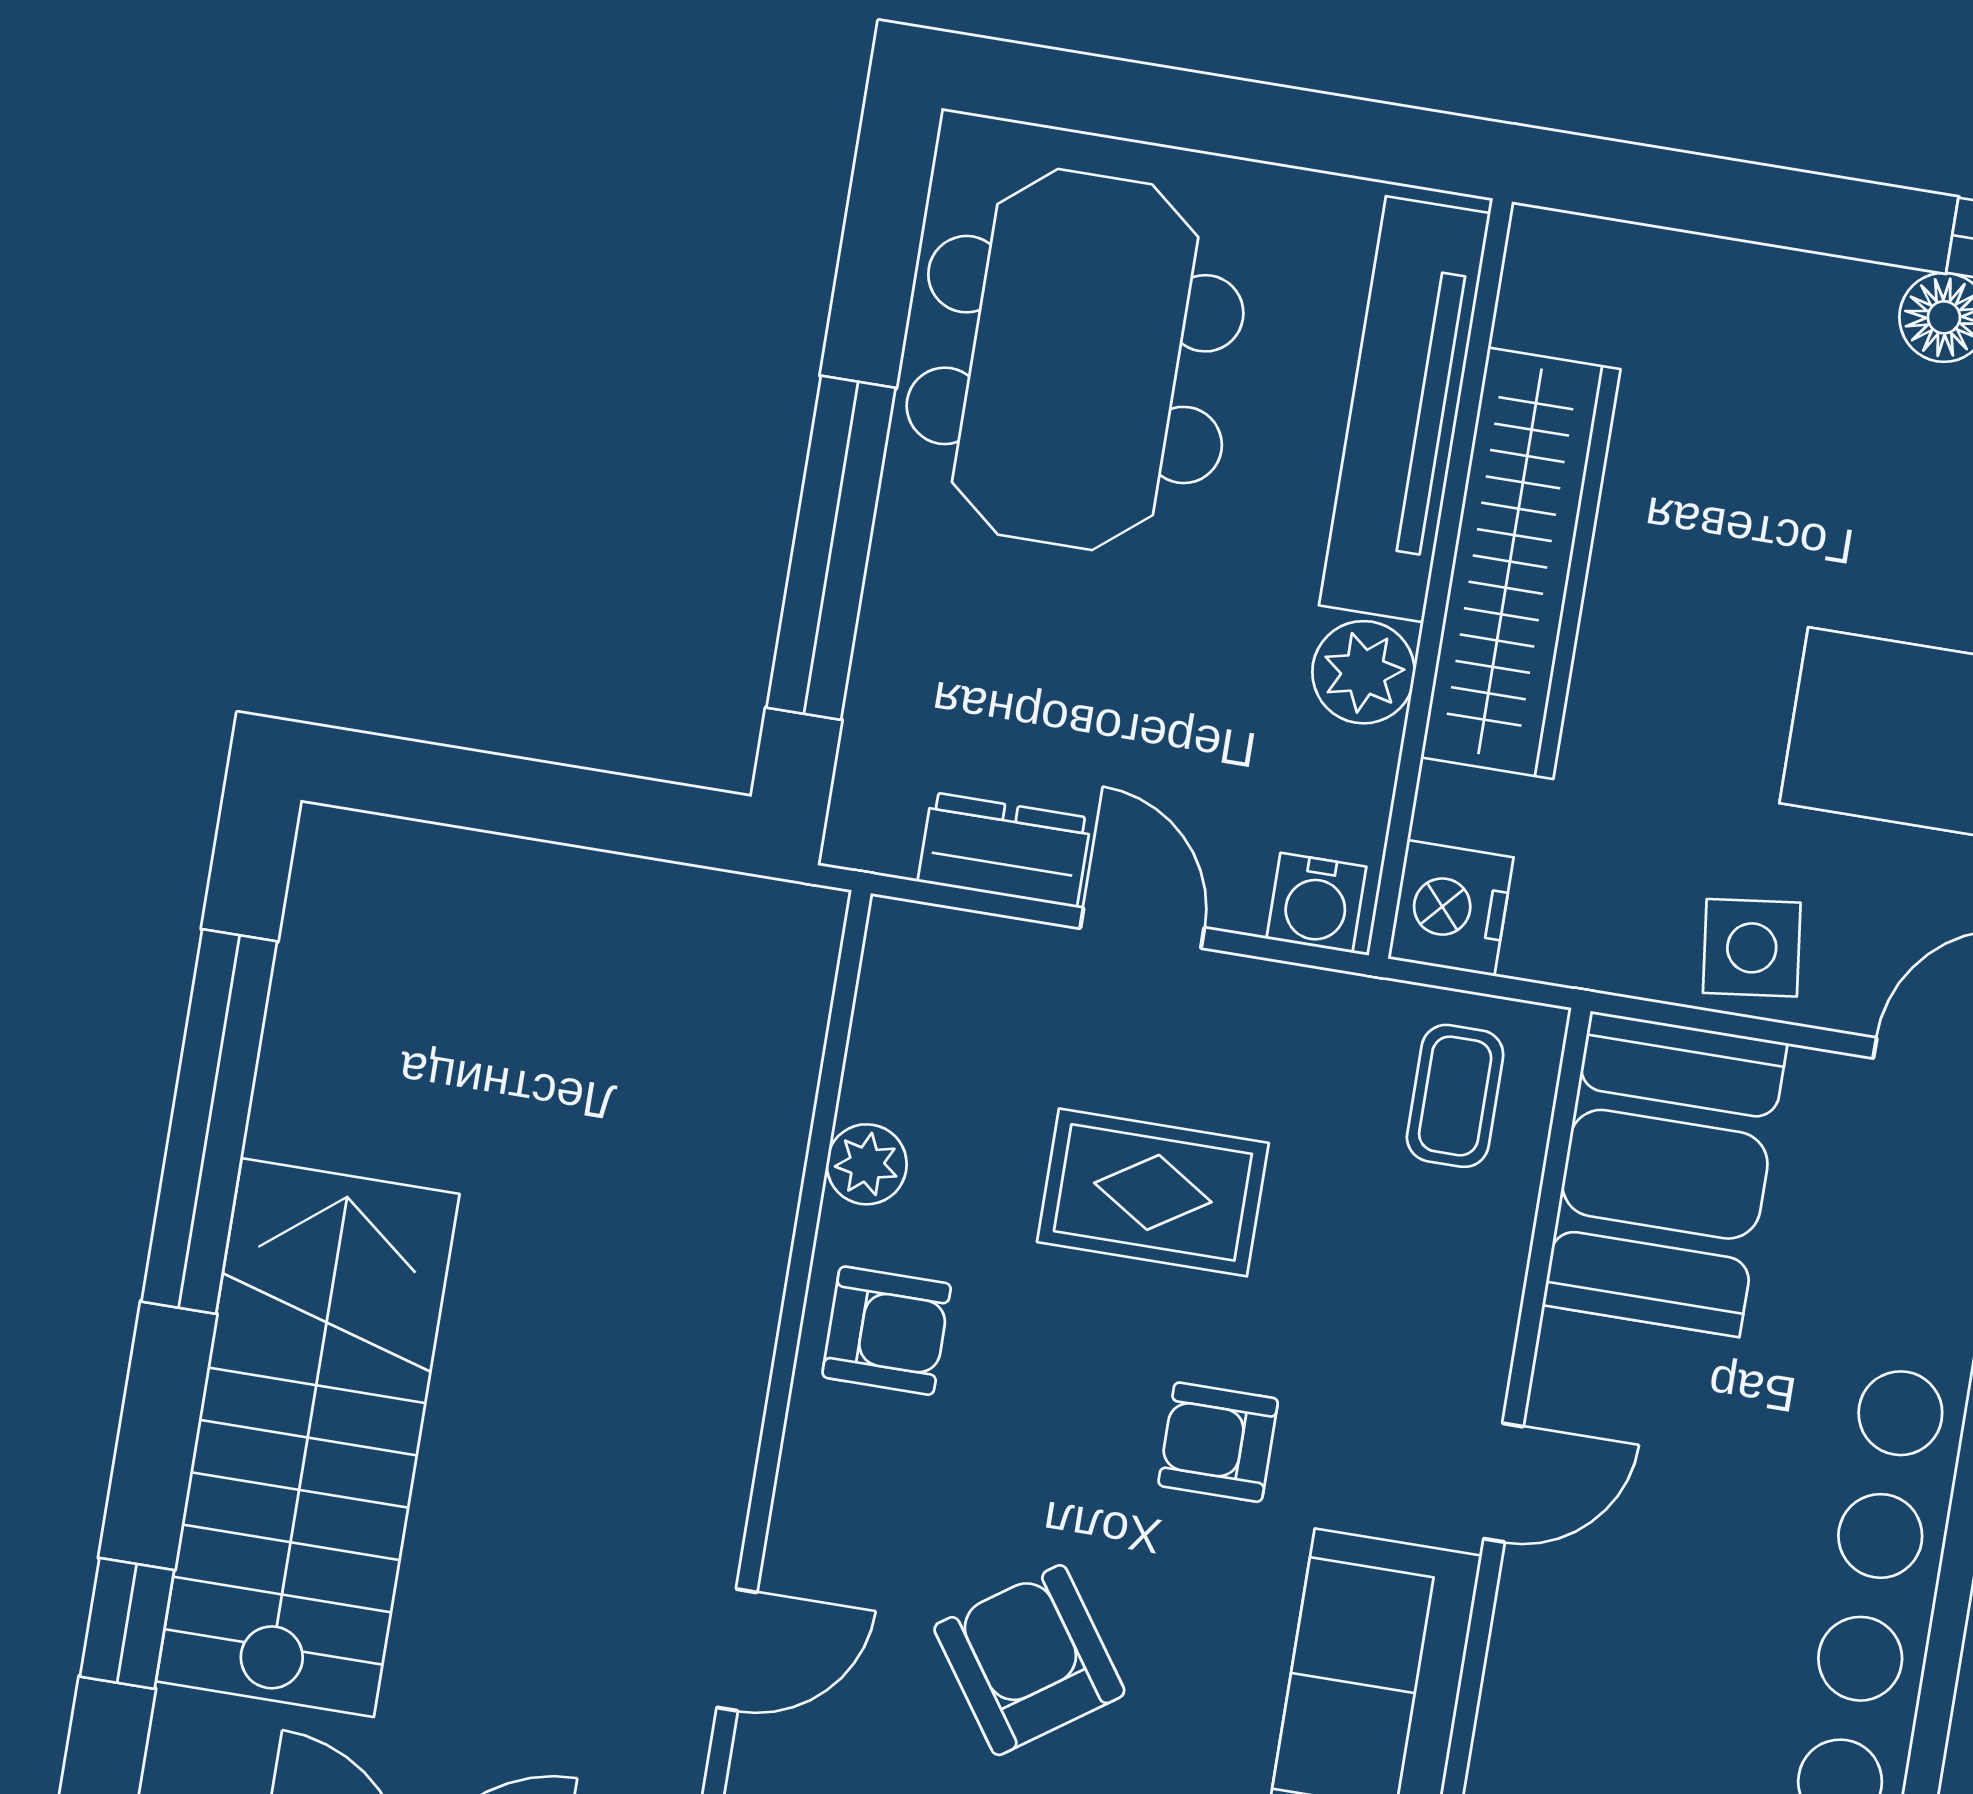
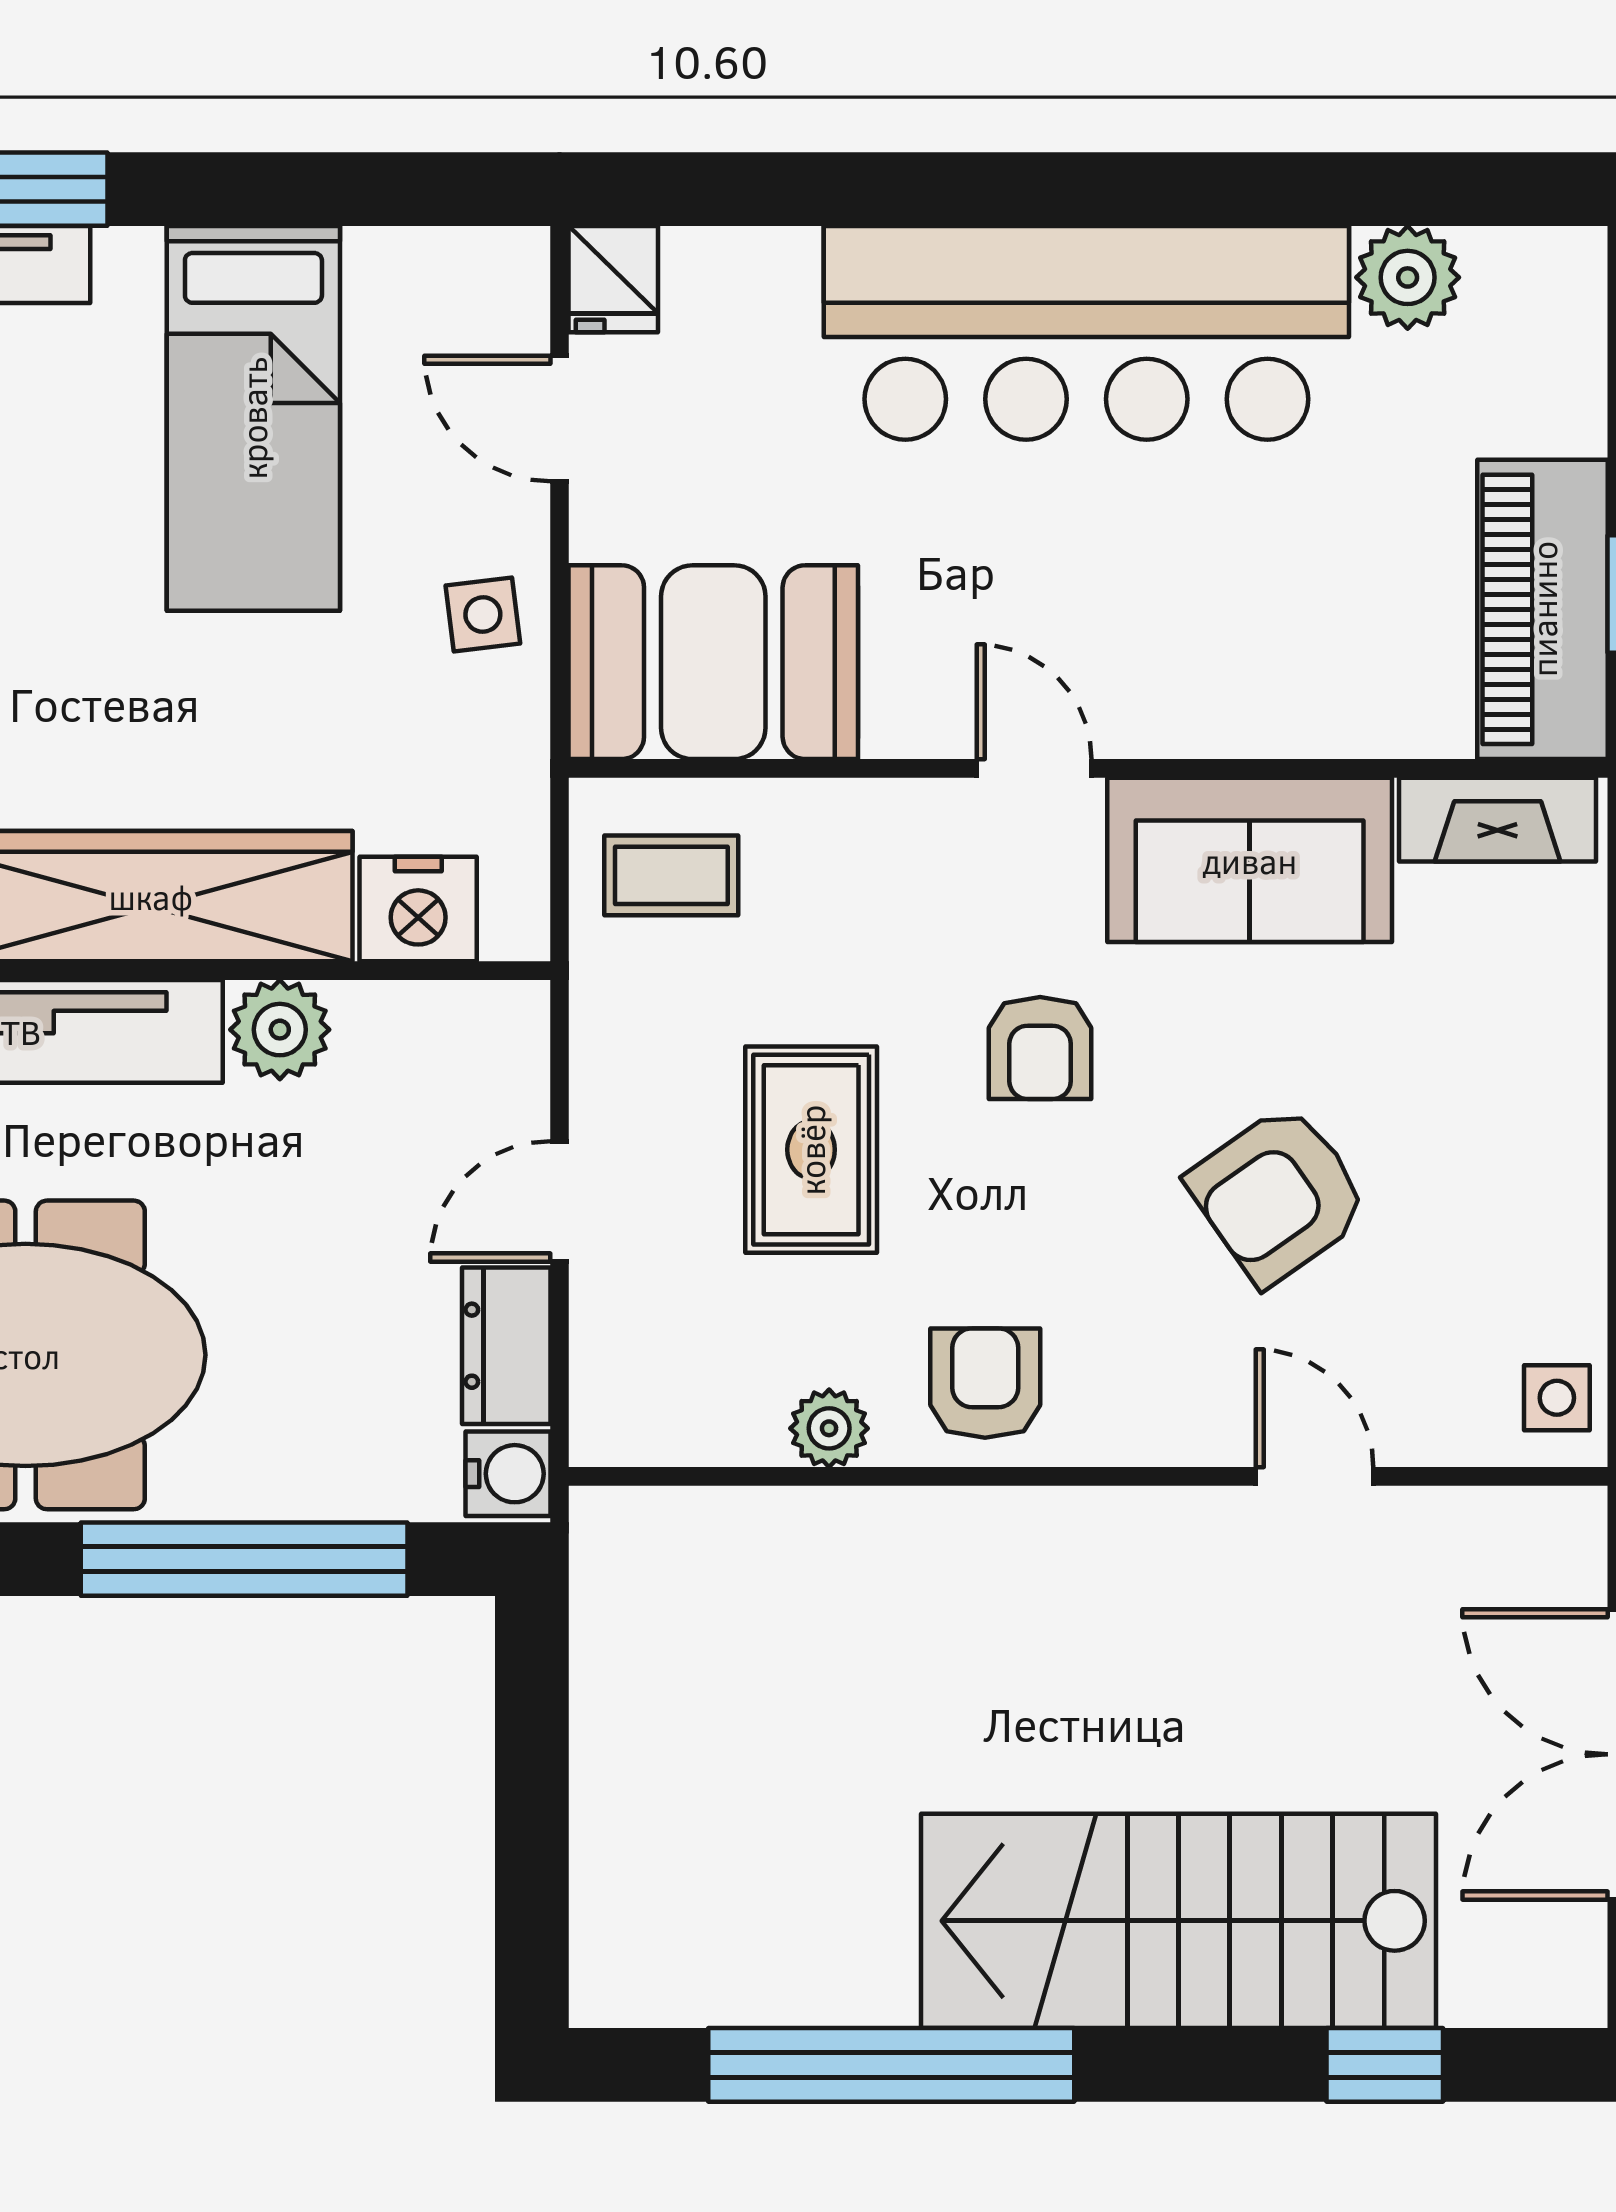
water cooler: (1316, 903) -> (508, 1474), moved
nightstand: (1451, 908) -> (418, 909), moved
side table: (1752, 948) -> (483, 614), width x0.73, depth x0.73

